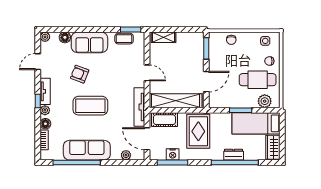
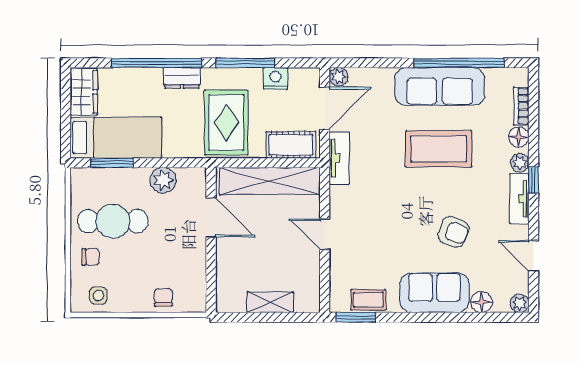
shelving: (164, 37) -> (270, 302), moved
window: (206, 48) -> (211, 281), removed
door: (38, 62) -> (533, 256), swing flipped
door: (206, 82) -> (211, 218), swing flipped
plant: (265, 101) -> (163, 180), moved
coffee table: (90, 106) -> (439, 149), moved
tv unit: (139, 107) -> (339, 158), width x0.71
window: (241, 110) -> (112, 163), moved
door: (147, 139) -> (325, 108), hinge flipped
plant: (126, 155) -> (338, 77), moved
dresser: (234, 155) -> (182, 78), moved
window: (173, 162) -> (245, 63), moved

